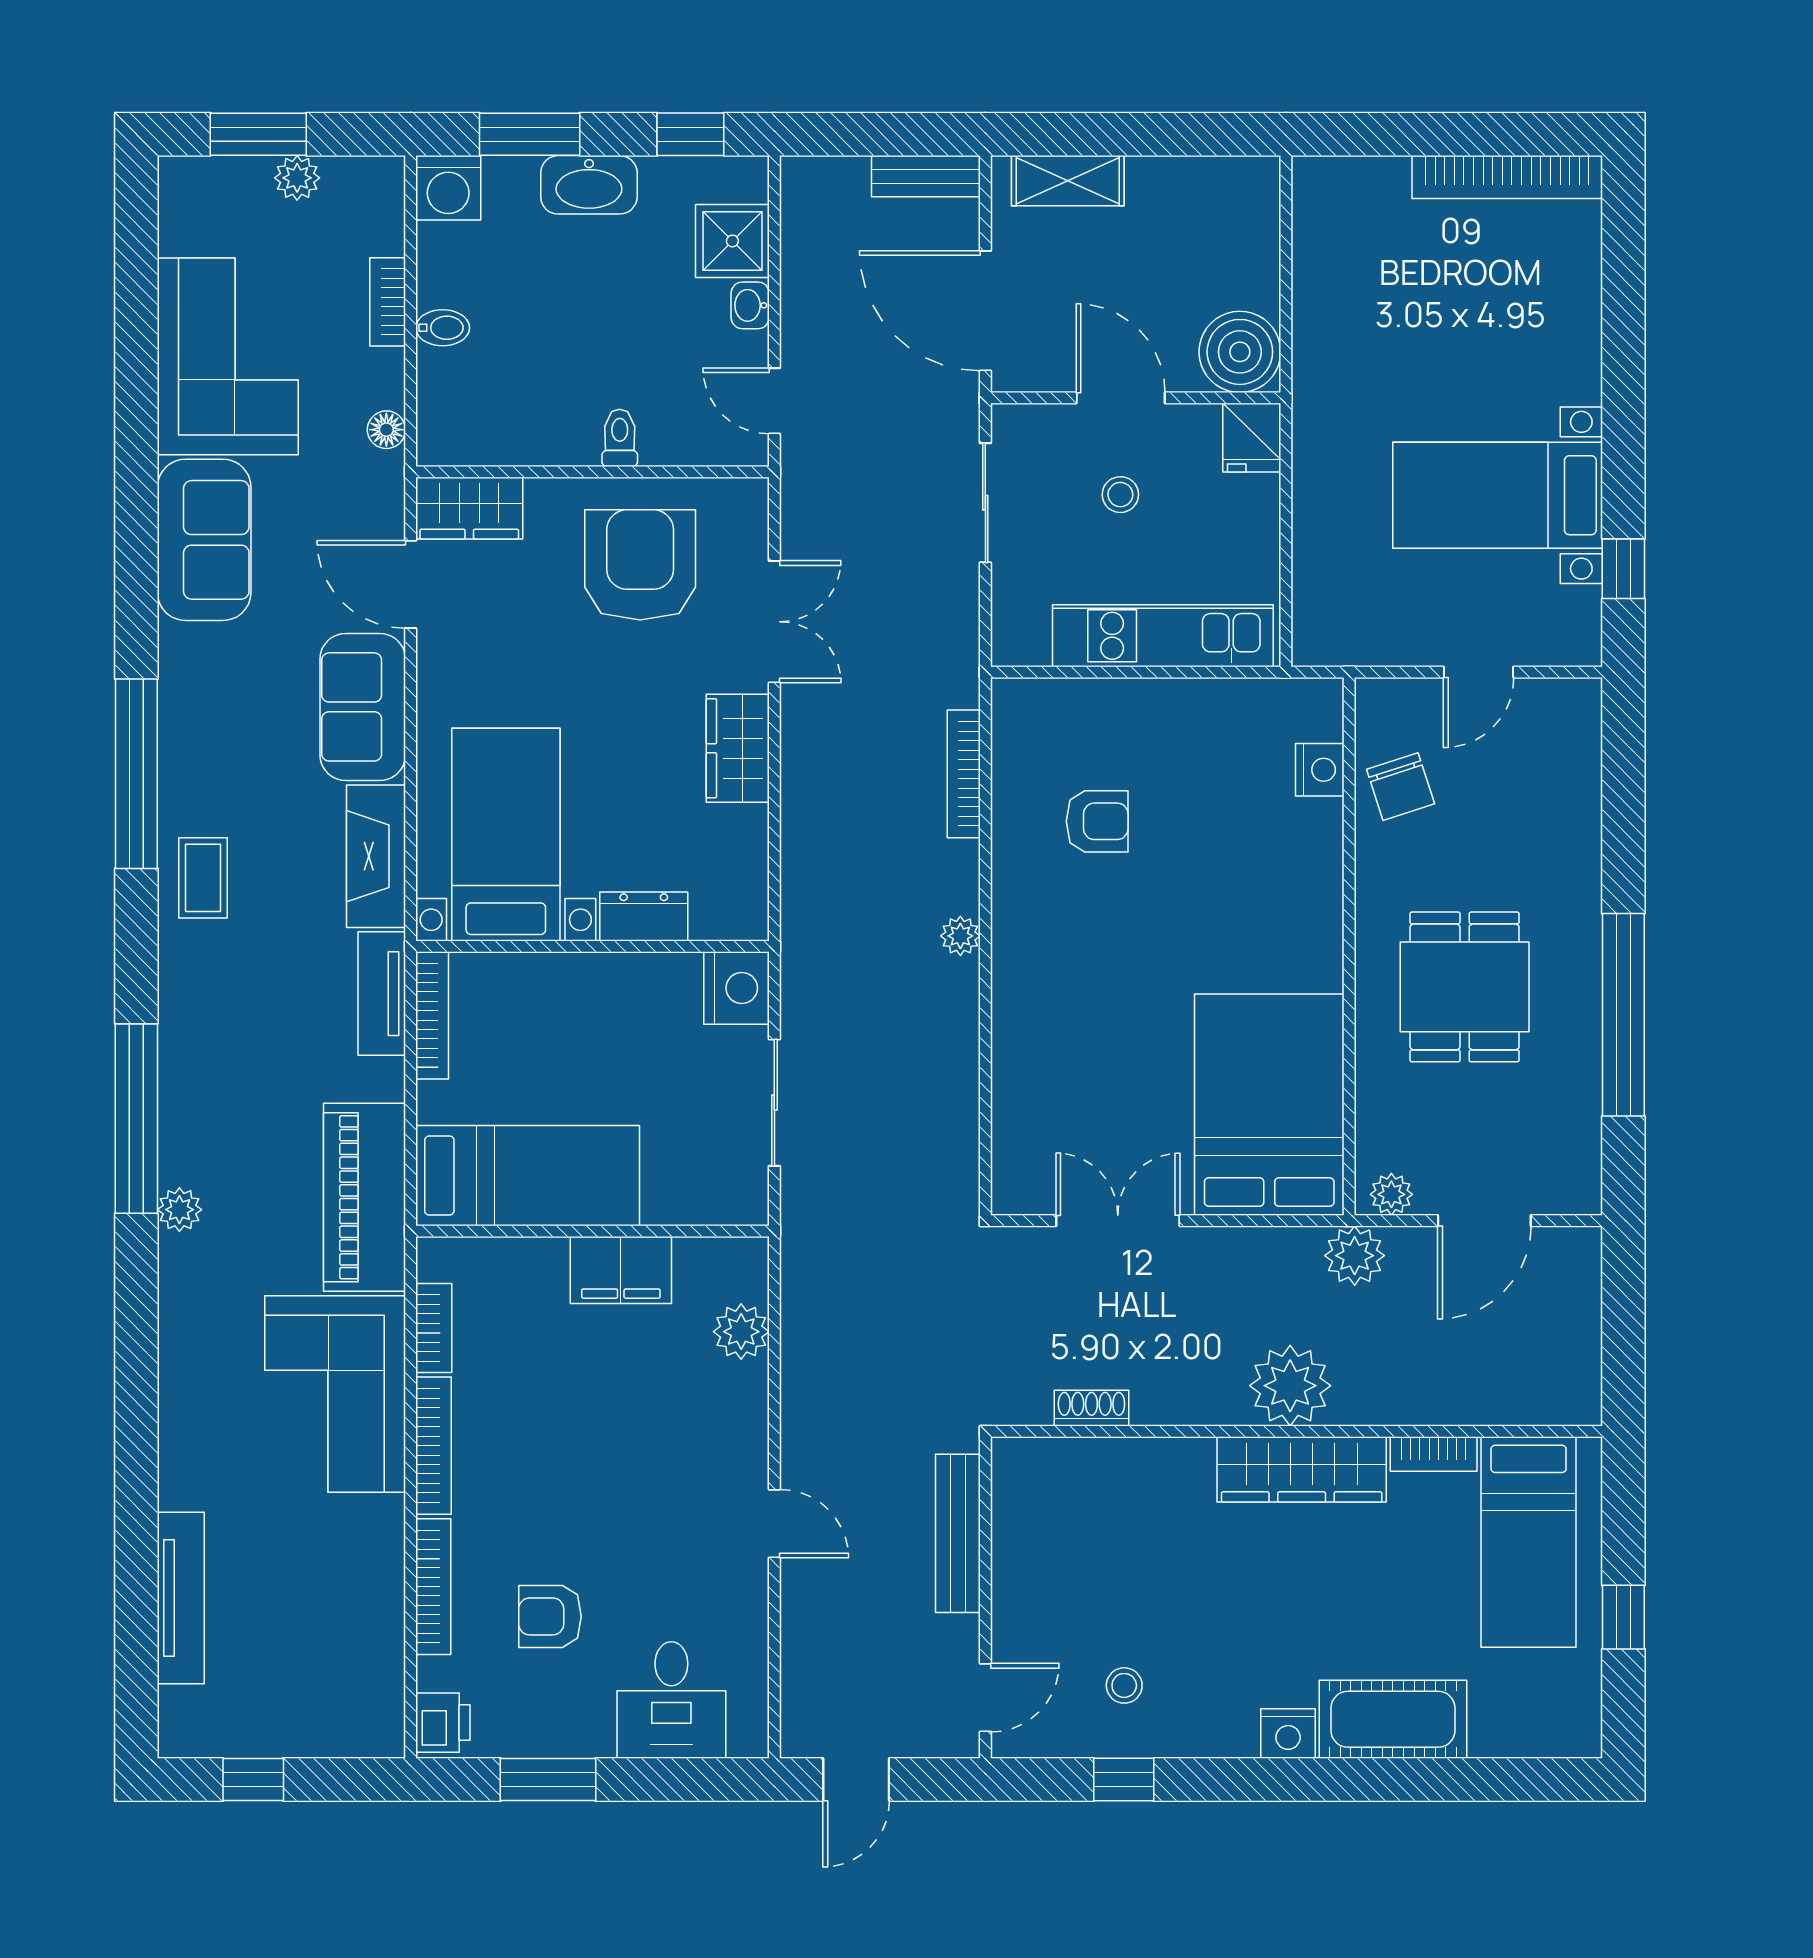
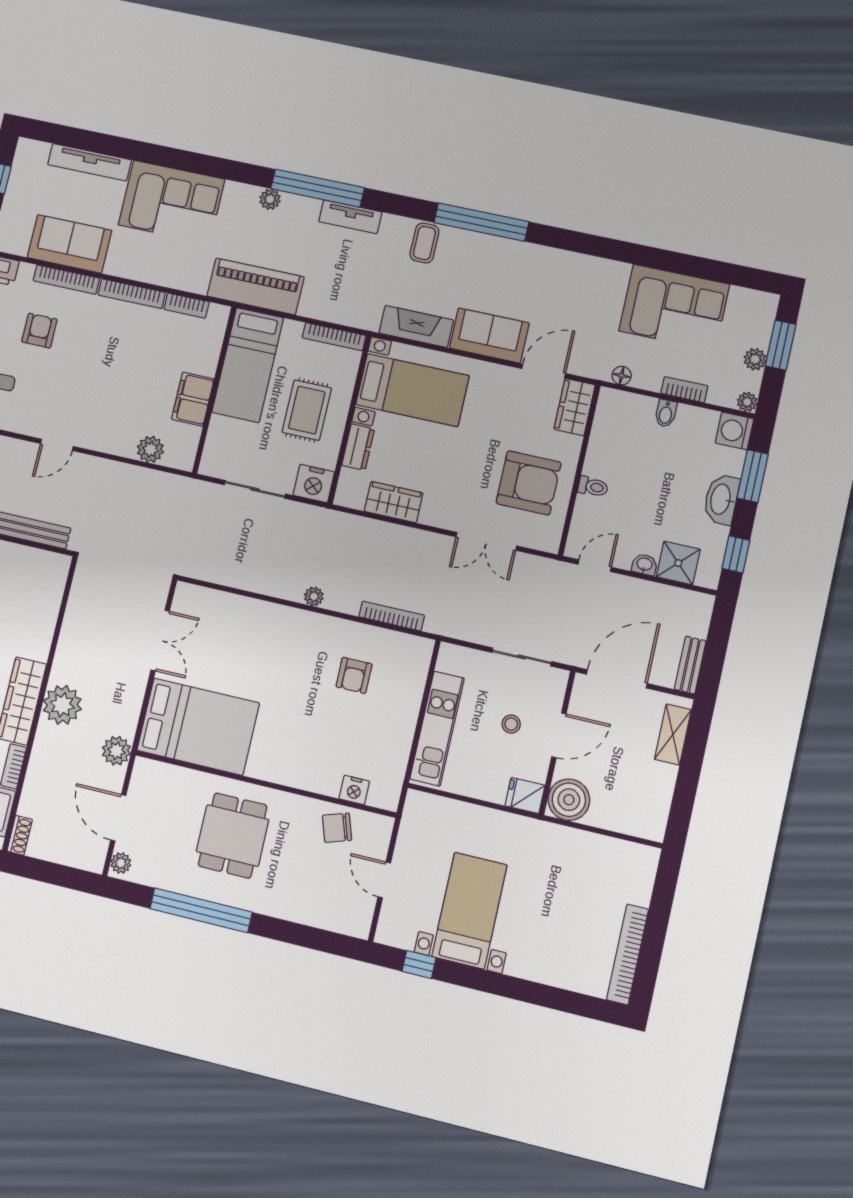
plant: (385, 175) -> (747, 402), added
sofa: (204, 540) -> (69, 244), moved, turned 180
wardrobe: (738, 748) -> (394, 502), moved
coffee table: (203, 878) -> (424, 243), turned 90
dining table: (1465, 987) -> (233, 836), turned 90
tv unit: (382, 994) -> (350, 217), moved, turned 180
rug: (592, 1036) -> (307, 410), added
plant: (1391, 1194) -> (121, 863), moved
corner sofa: (335, 1394) -> (171, 202), moved, turned 180
shoe rack: (1091, 1408) -> (20, 835), moved

